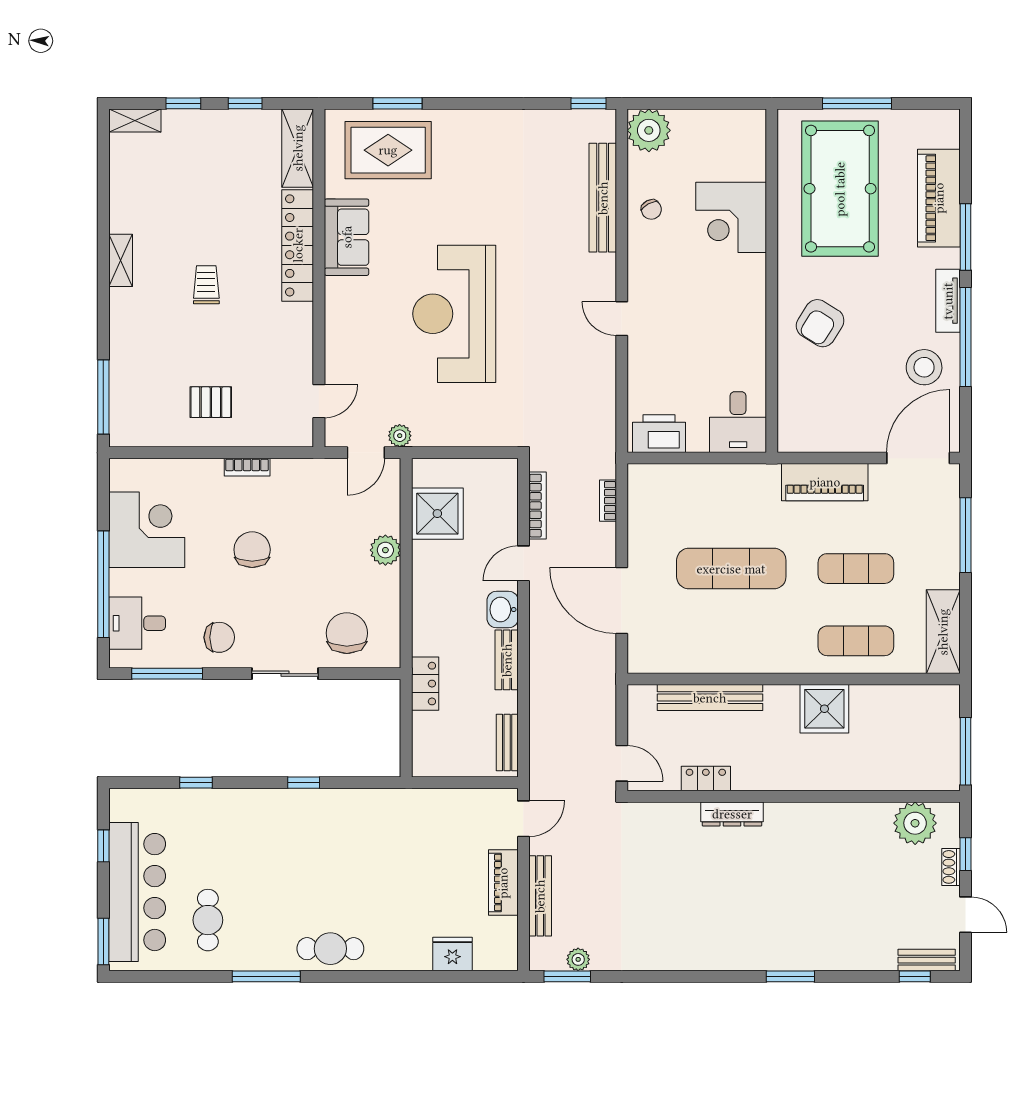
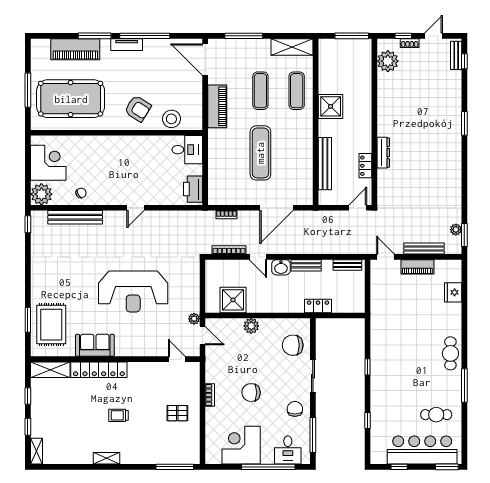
corner desk: (731, 217) -> (48, 163), moved, turned -90
stool: (924, 367) -> (171, 119), moved
pallet: (211, 402) -> (177, 413), turned 90

